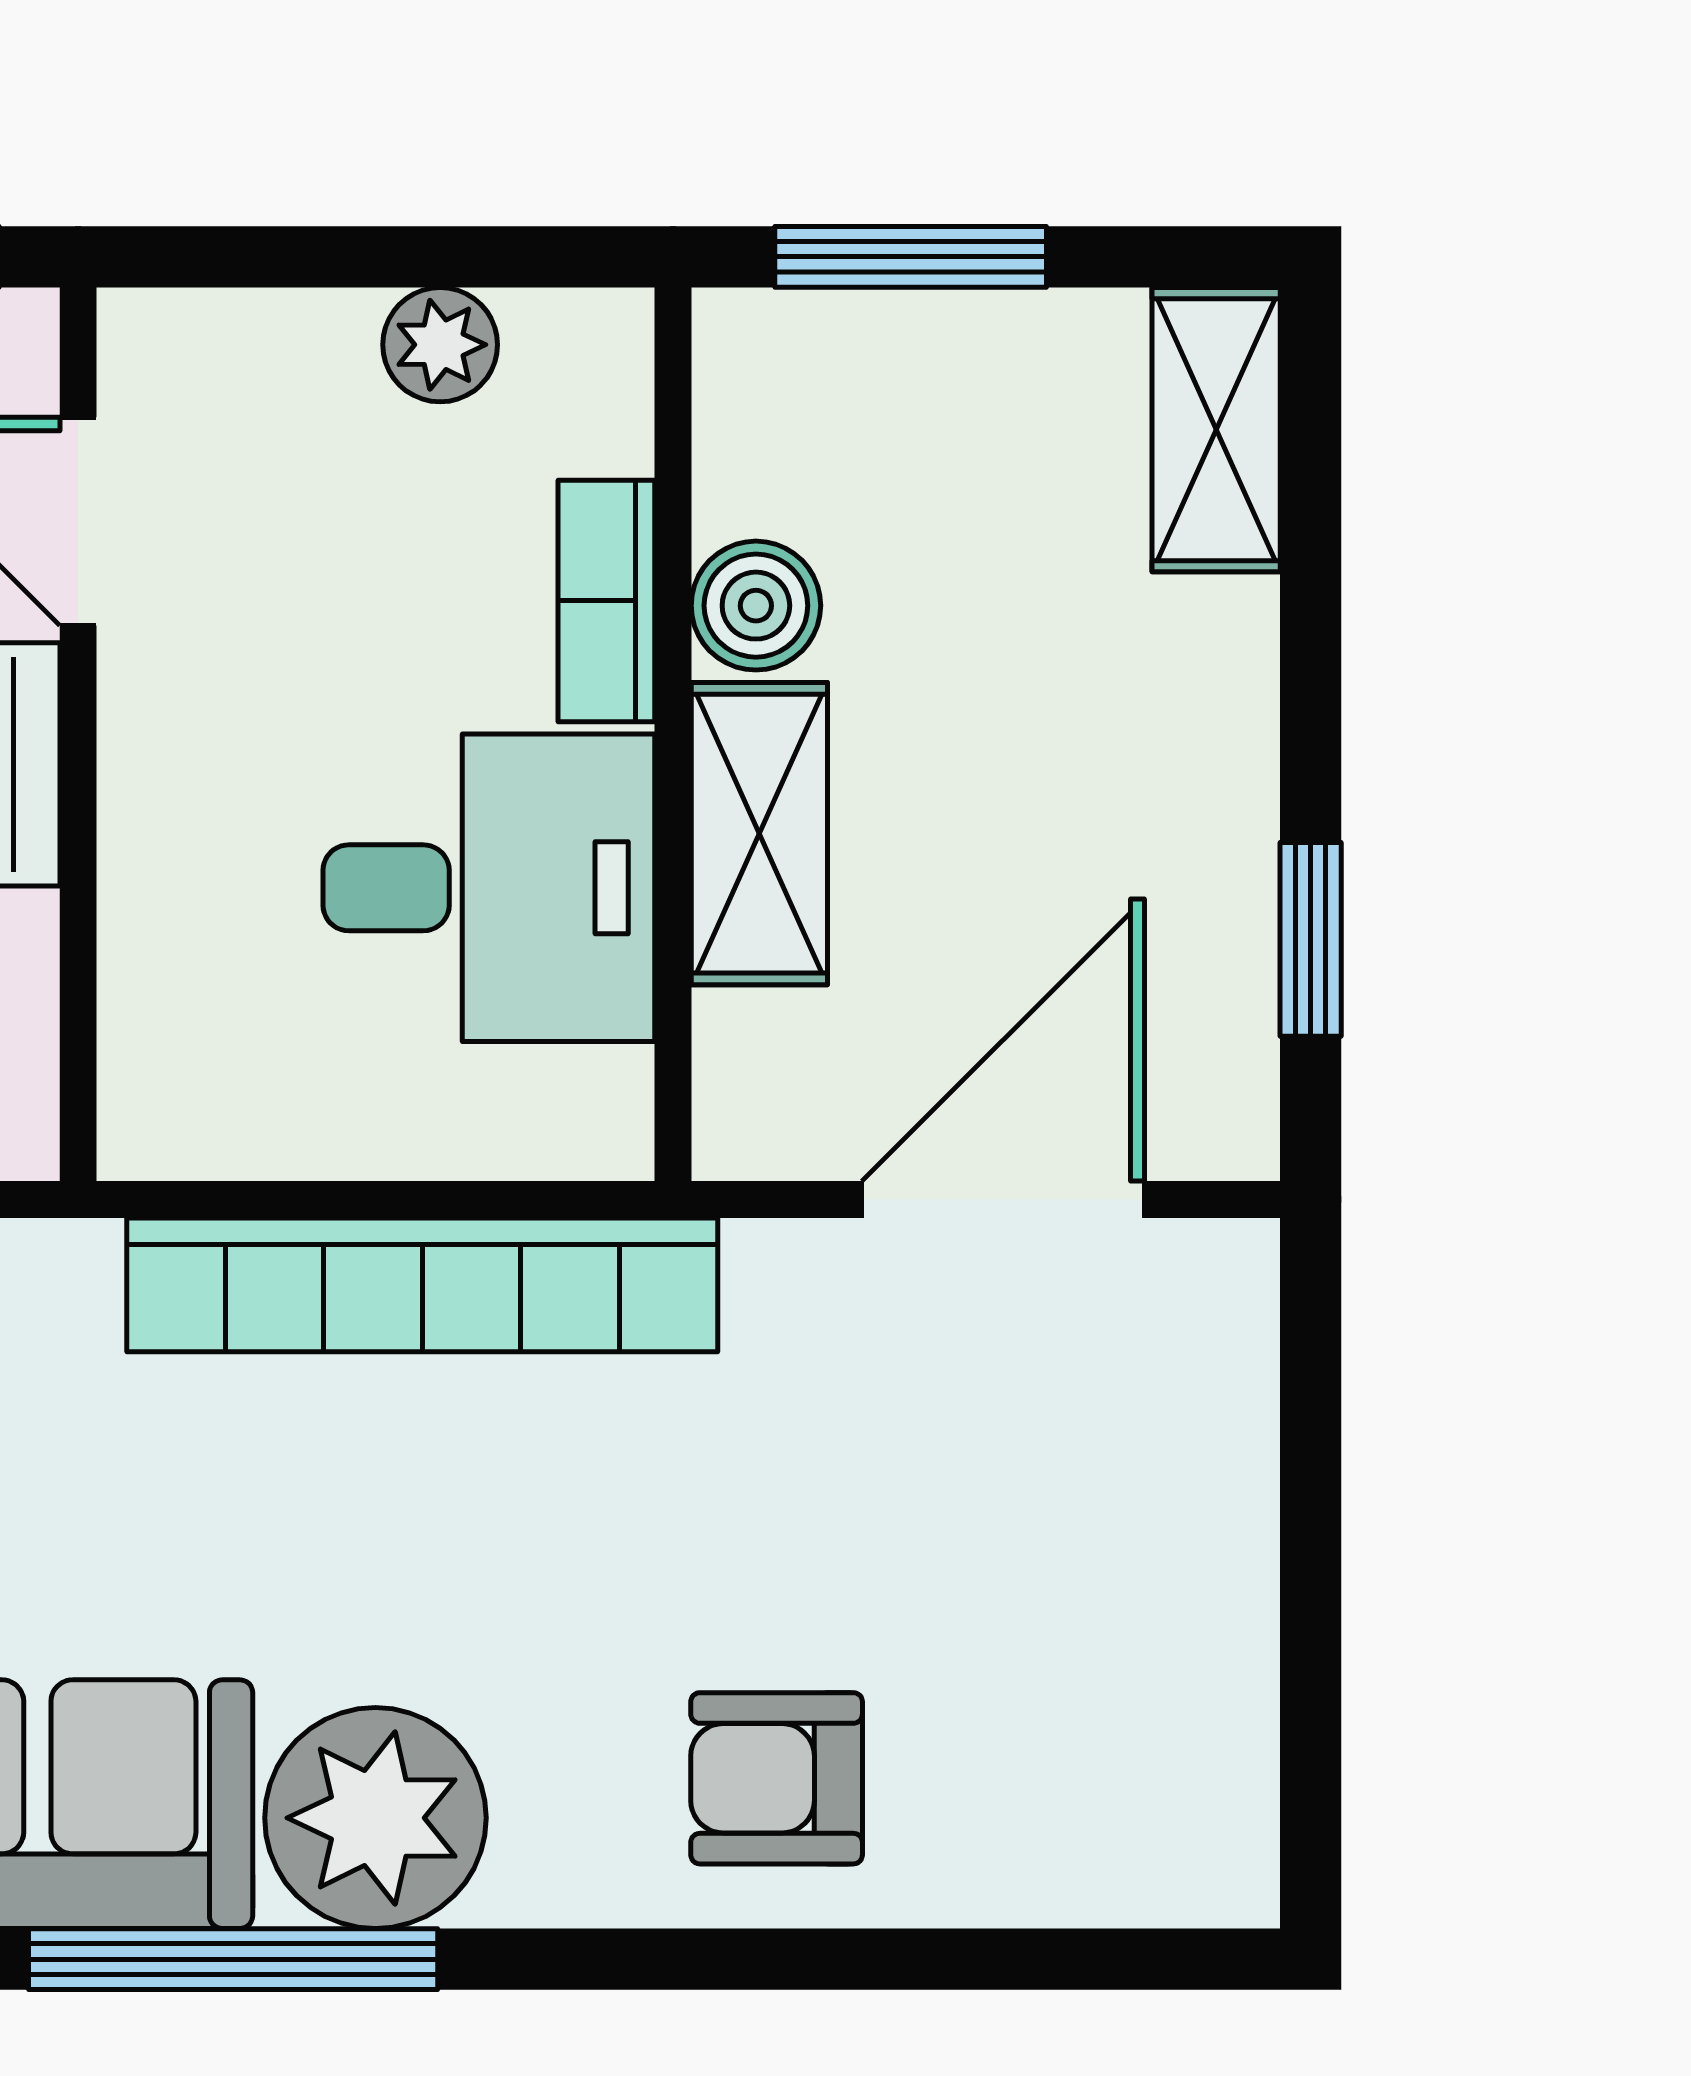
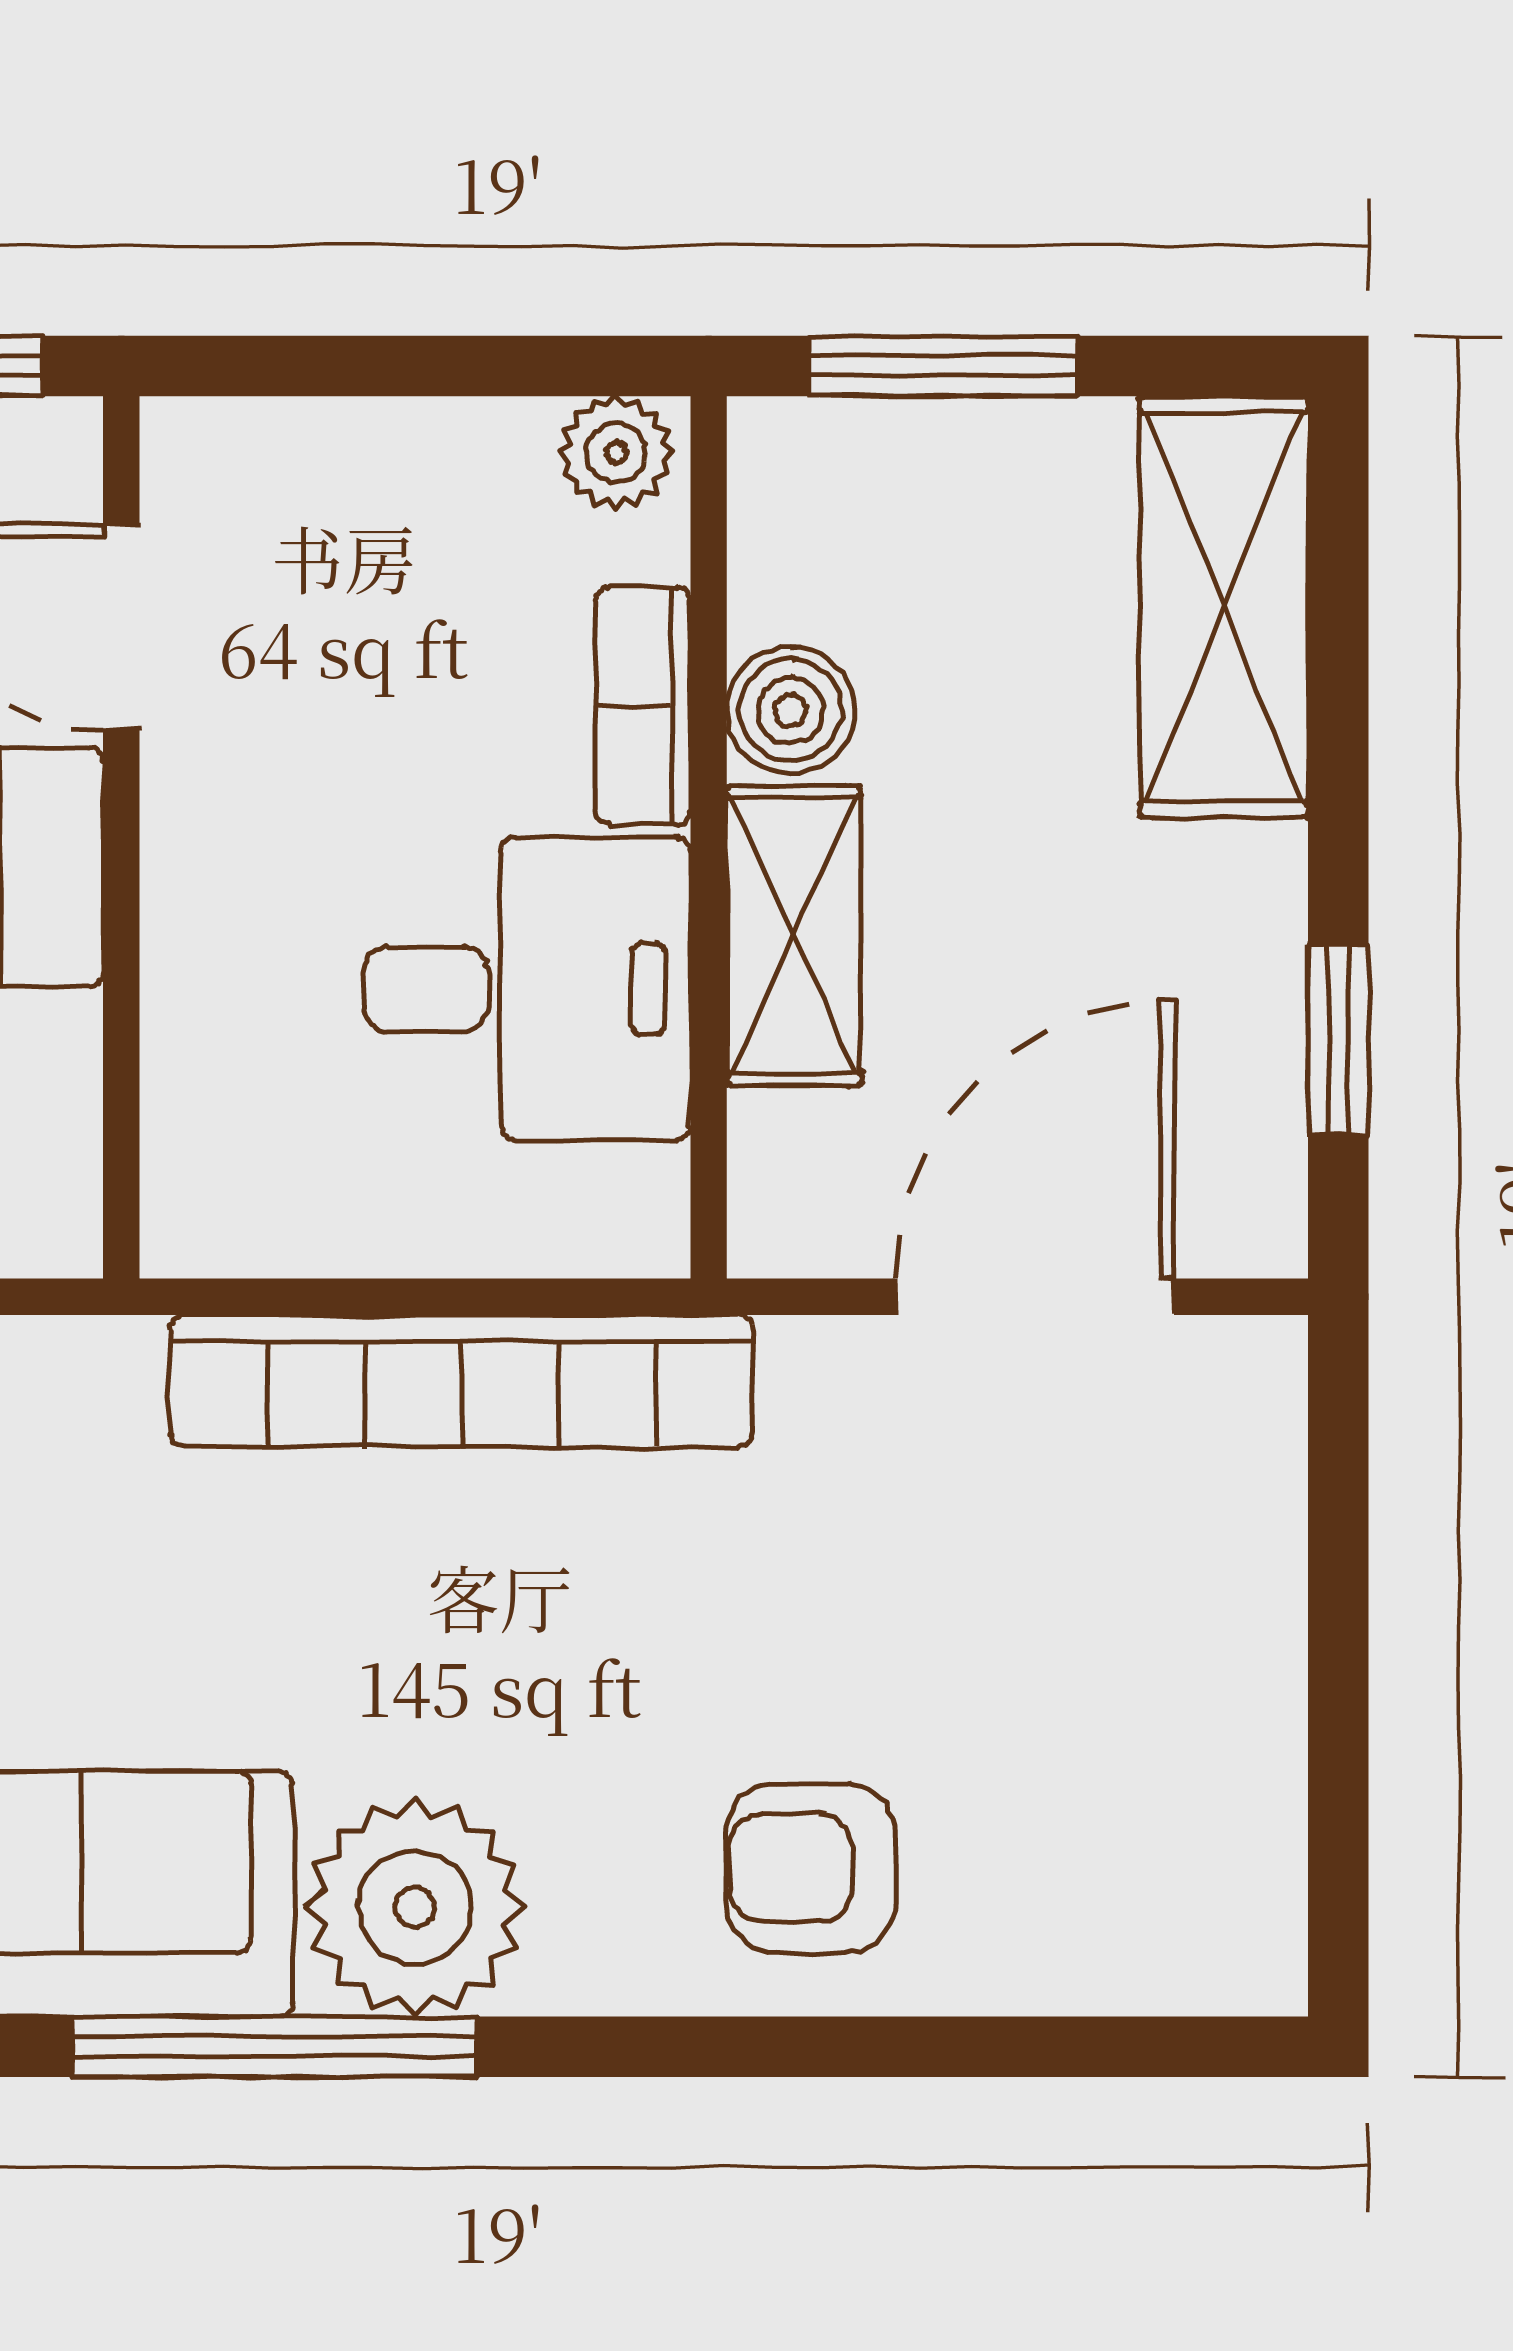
plant: (440, 345) -> (616, 453), moved
shelving: (1216, 430) -> (1224, 607), width x1.50, depth x1.33

